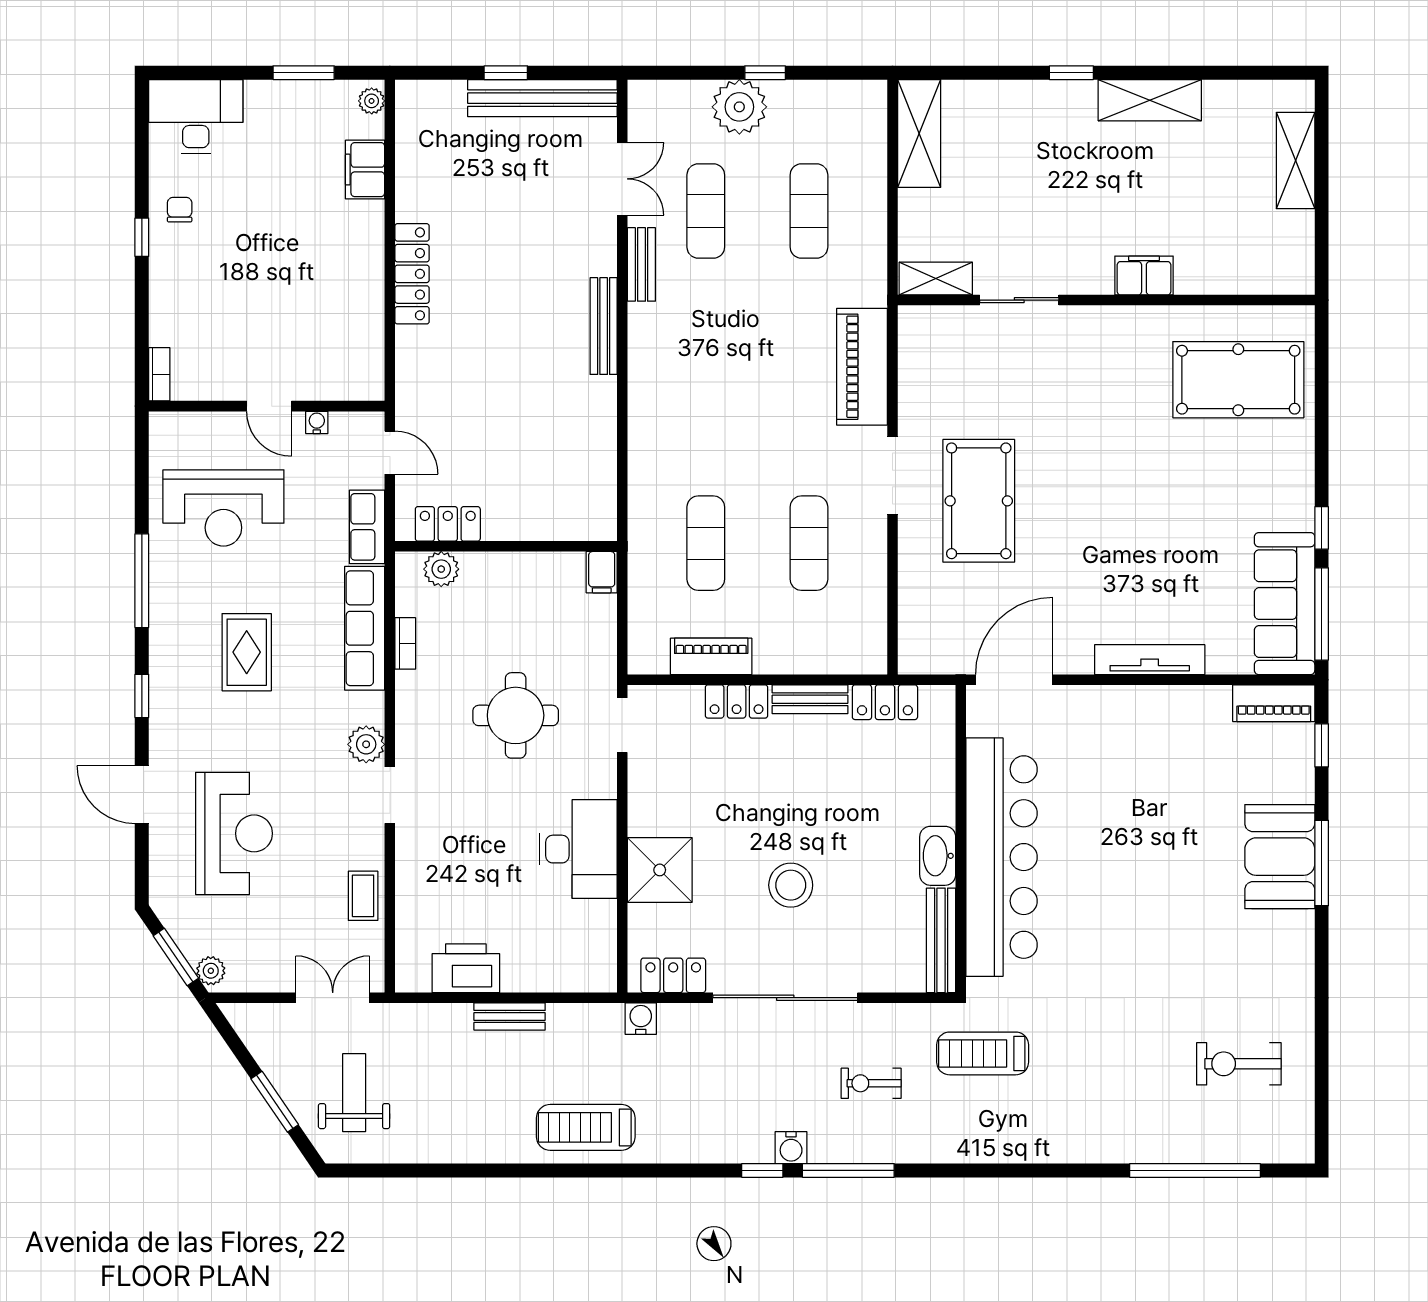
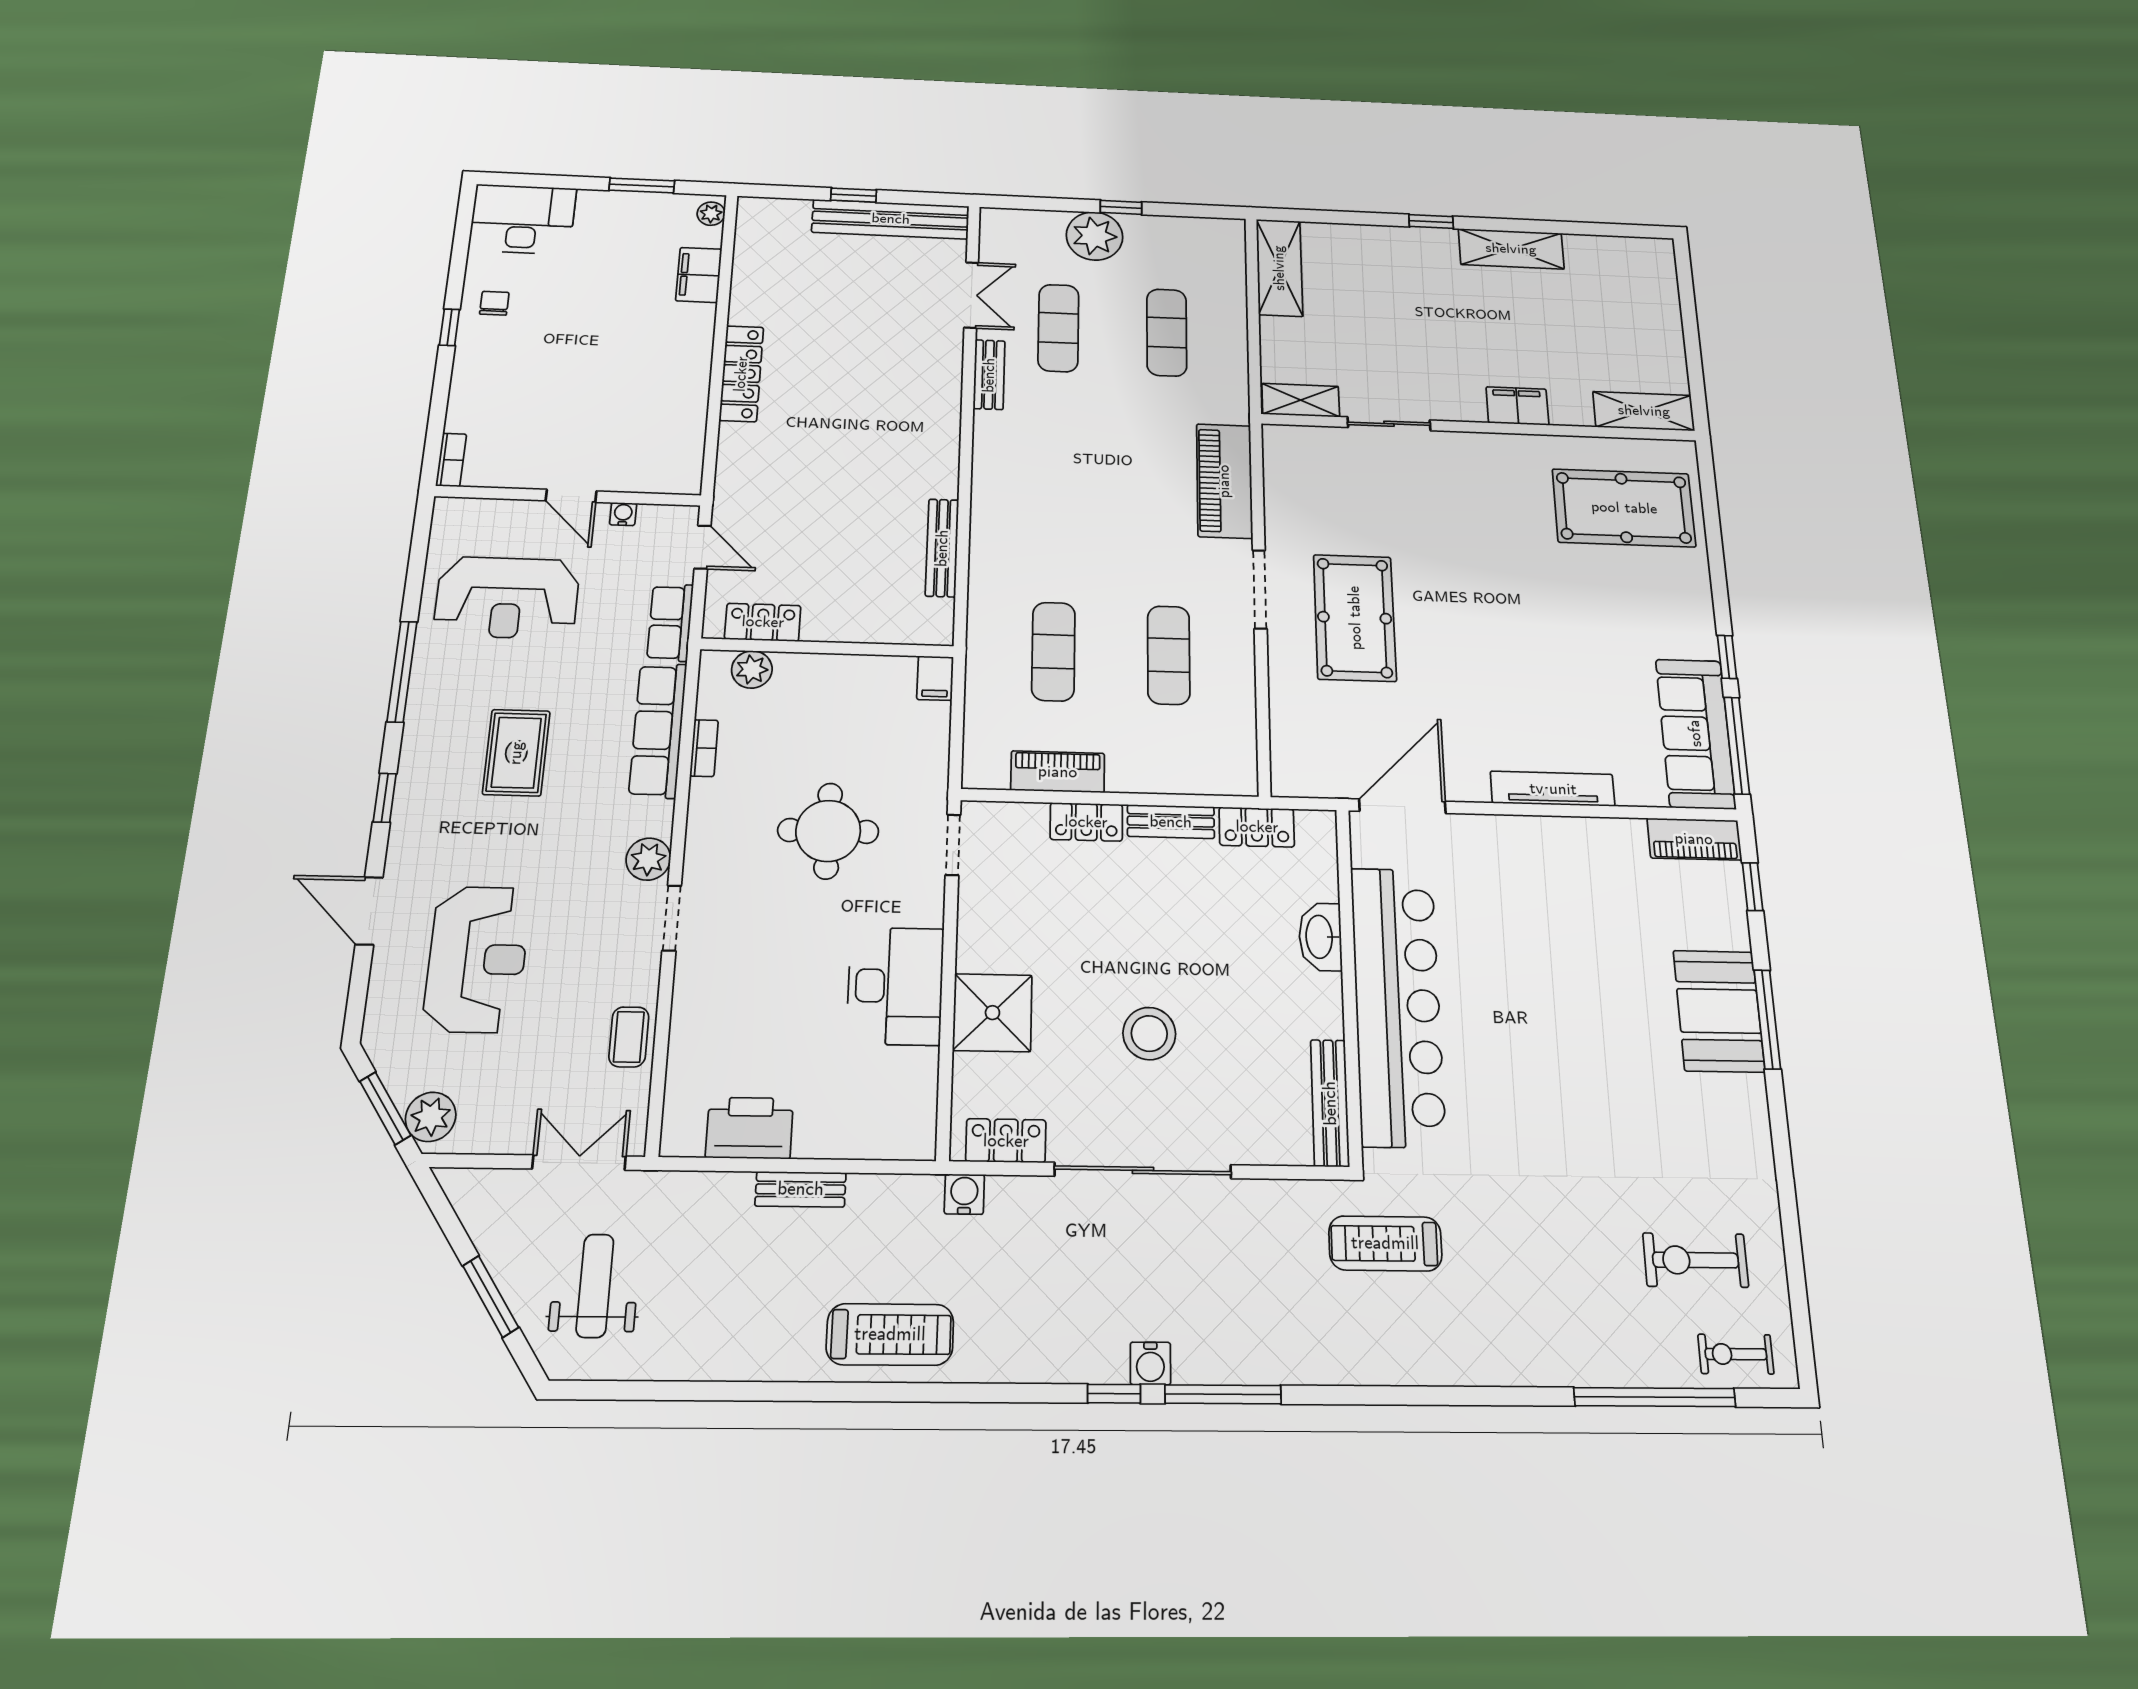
shelving: (1296, 161) -> (1644, 411), moved, turned 90
bench: (604, 326) -> (942, 548), moved
washbasin: (938, 856) -> (1320, 937), moved
plant: (211, 971) -> (431, 1117), width x1.38, depth x1.38
exercise bike: (871, 1083) -> (1736, 1354), moved
treadmill: (586, 1127) -> (890, 1334), turned 180

